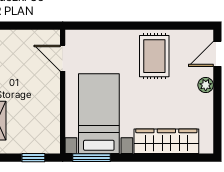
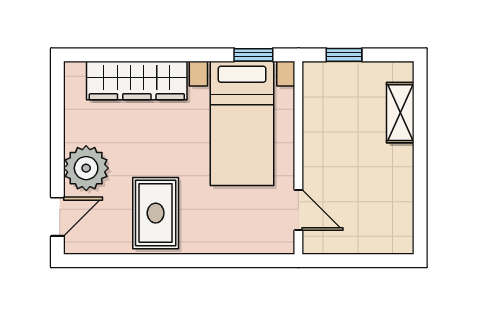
plant: (206, 85) -> (86, 168), width x1.88, depth x1.88
window: (91, 158) -> (253, 55), width x0.67

